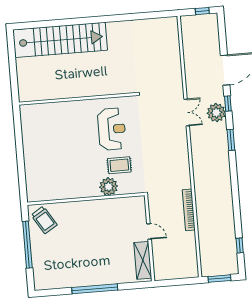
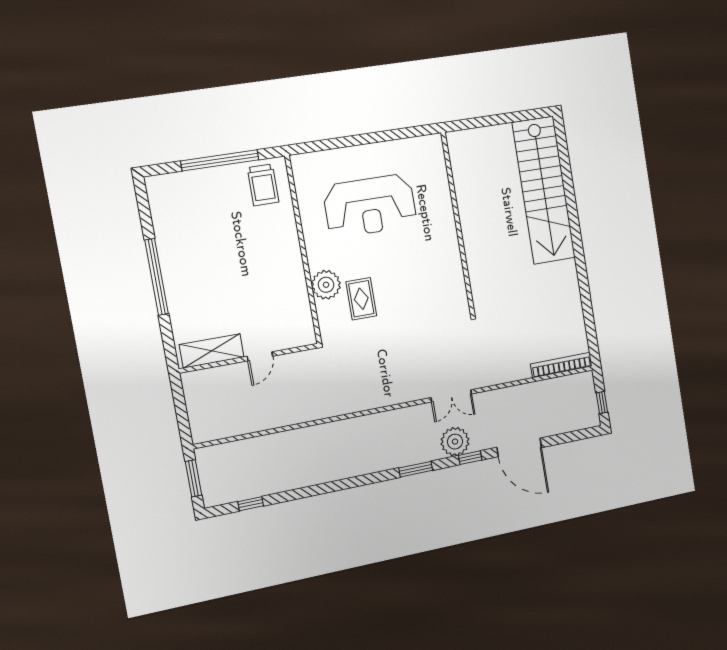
reception desk: (112, 129) -> (370, 206), moved, width x1.36, depth x1.30
bookcase: (189, 210) -> (561, 365), moved
trolley: (44, 220) -> (263, 185), turned -58

